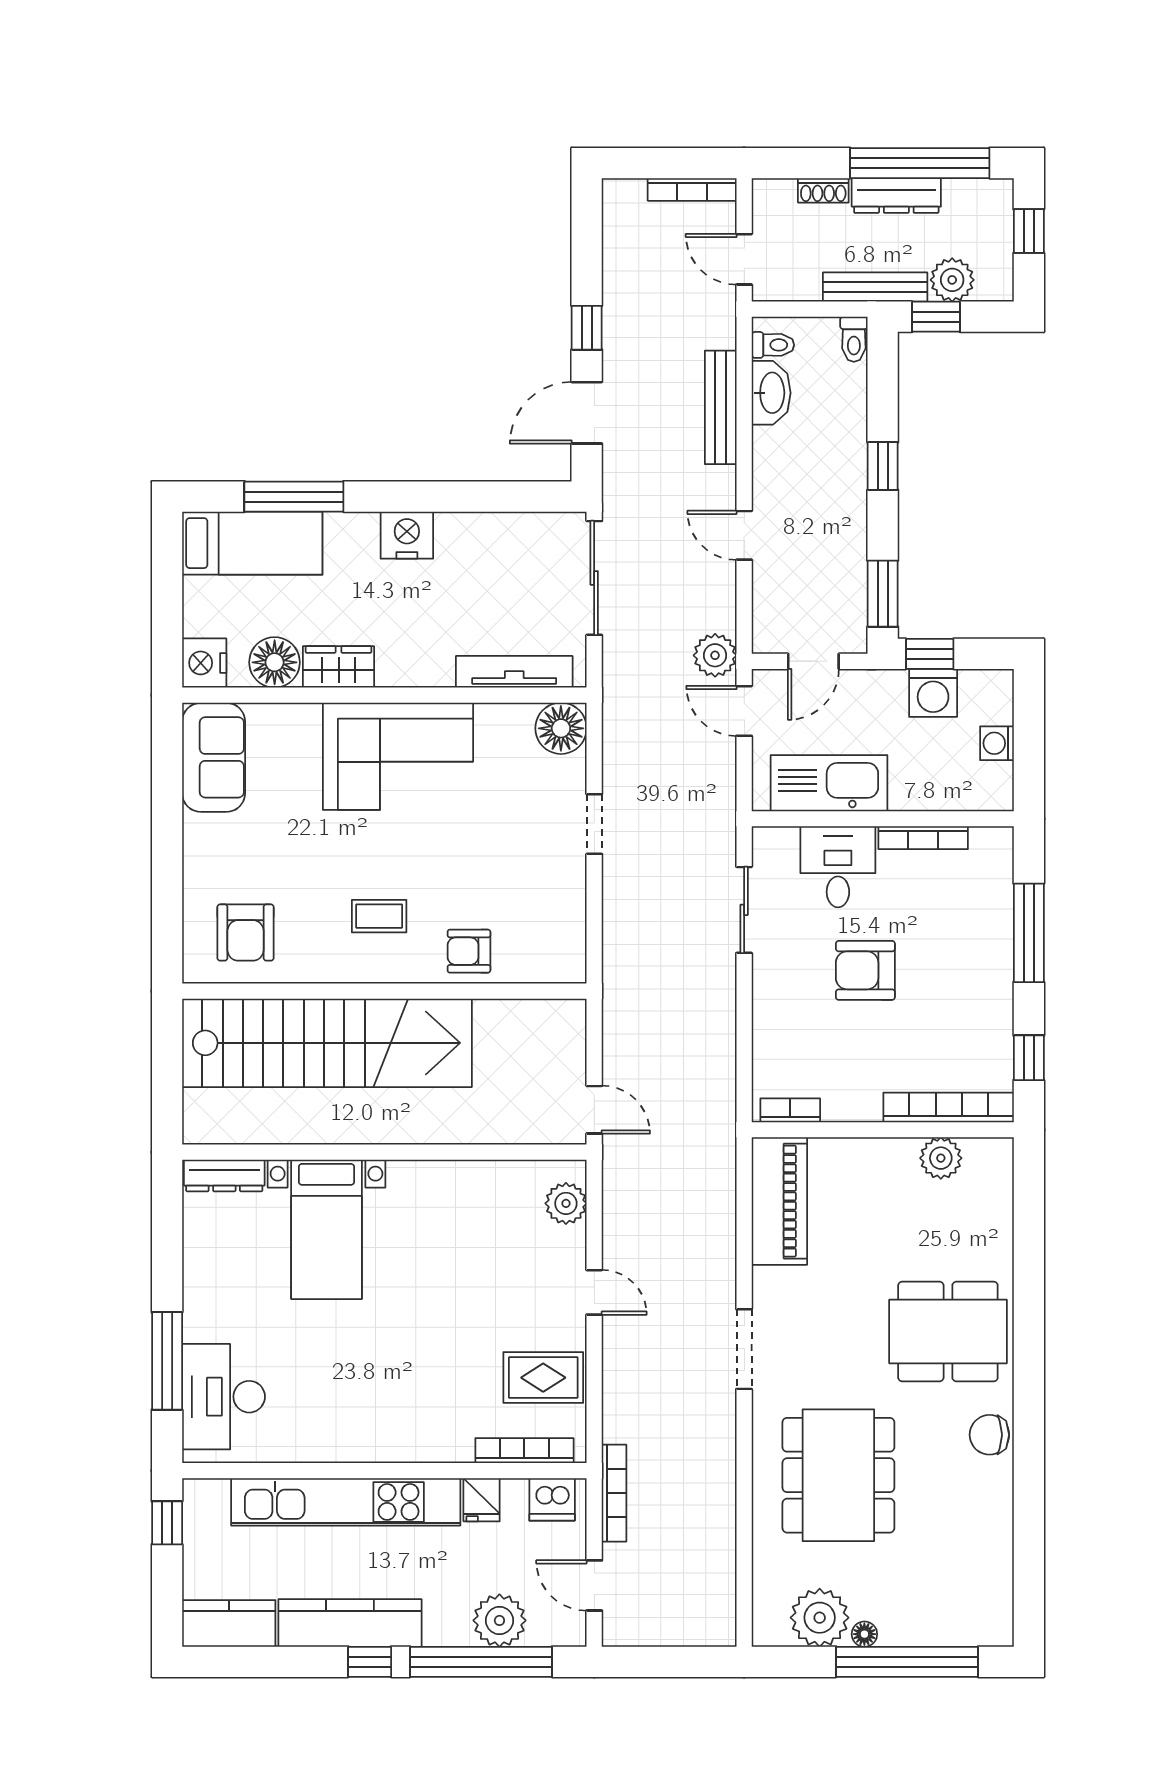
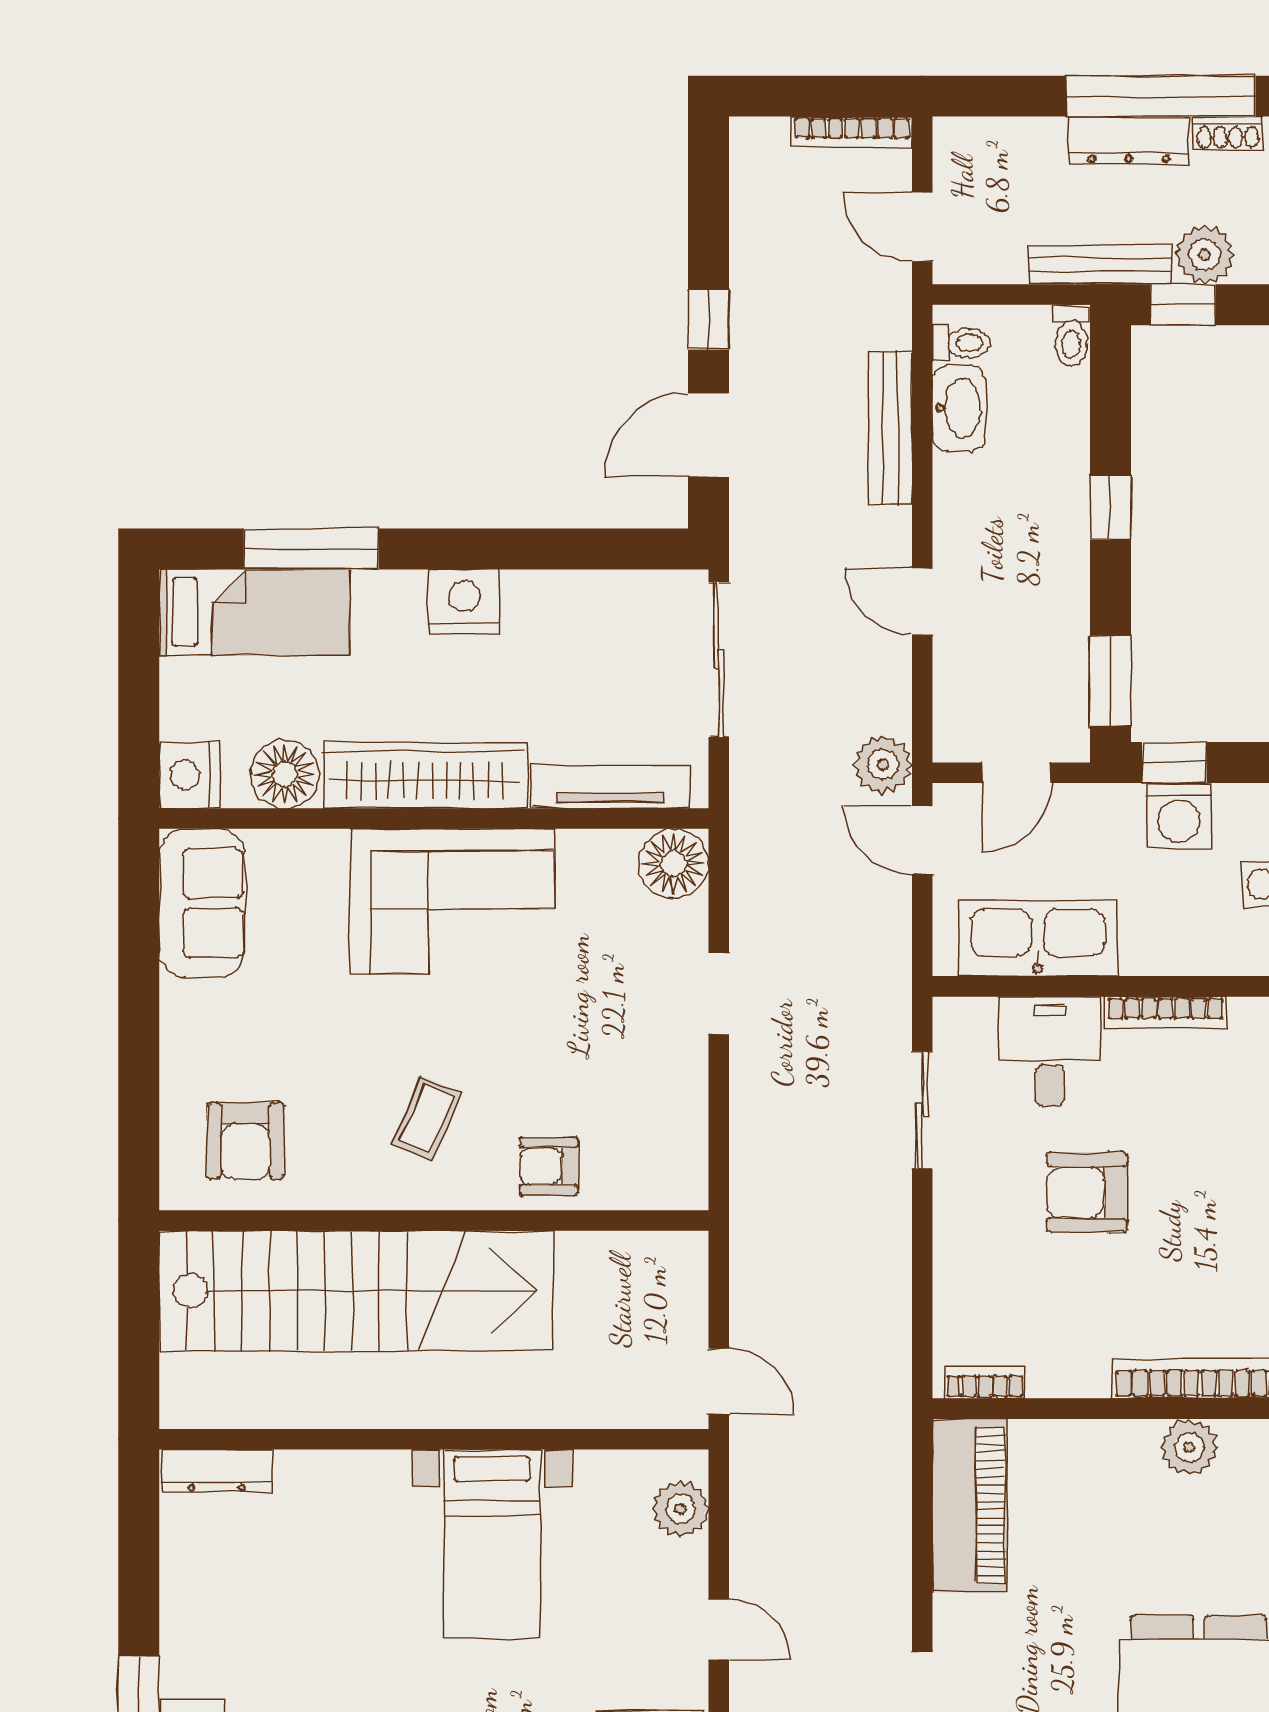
shoe rack: (823, 190) -> (1228, 133), moved
wardrobe: (339, 667) -> (425, 775), width x2.10, depth x1.17
coffee table: (379, 916) -> (427, 1119), turned -67
bed with nightstands: (326, 1229) -> (492, 1544), moved

